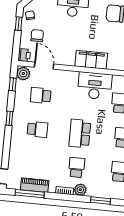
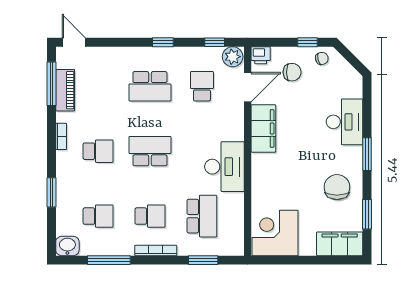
filing cabinet: (91, 60) -> (263, 128), moved
school desk: (37, 129) -> (150, 86), width x1.85
plant: (80, 190) -> (65, 160), removed

